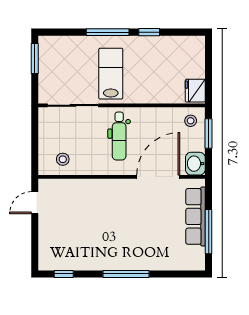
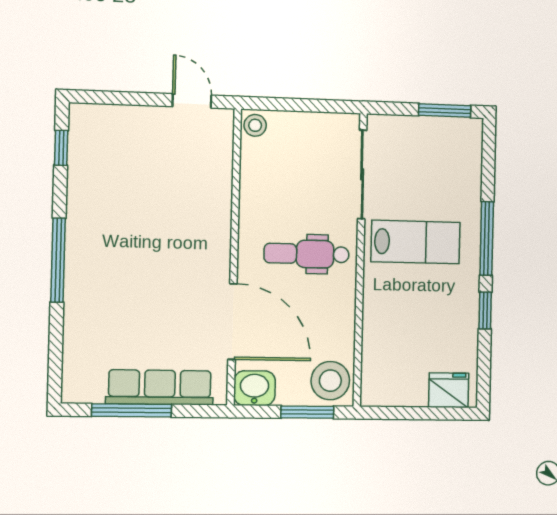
fridge: (195, 91) -> (449, 390), moved
stool: (191, 121) -> (330, 381), width x1.89, depth x1.89
stool: (63, 159) -> (255, 125), moved

